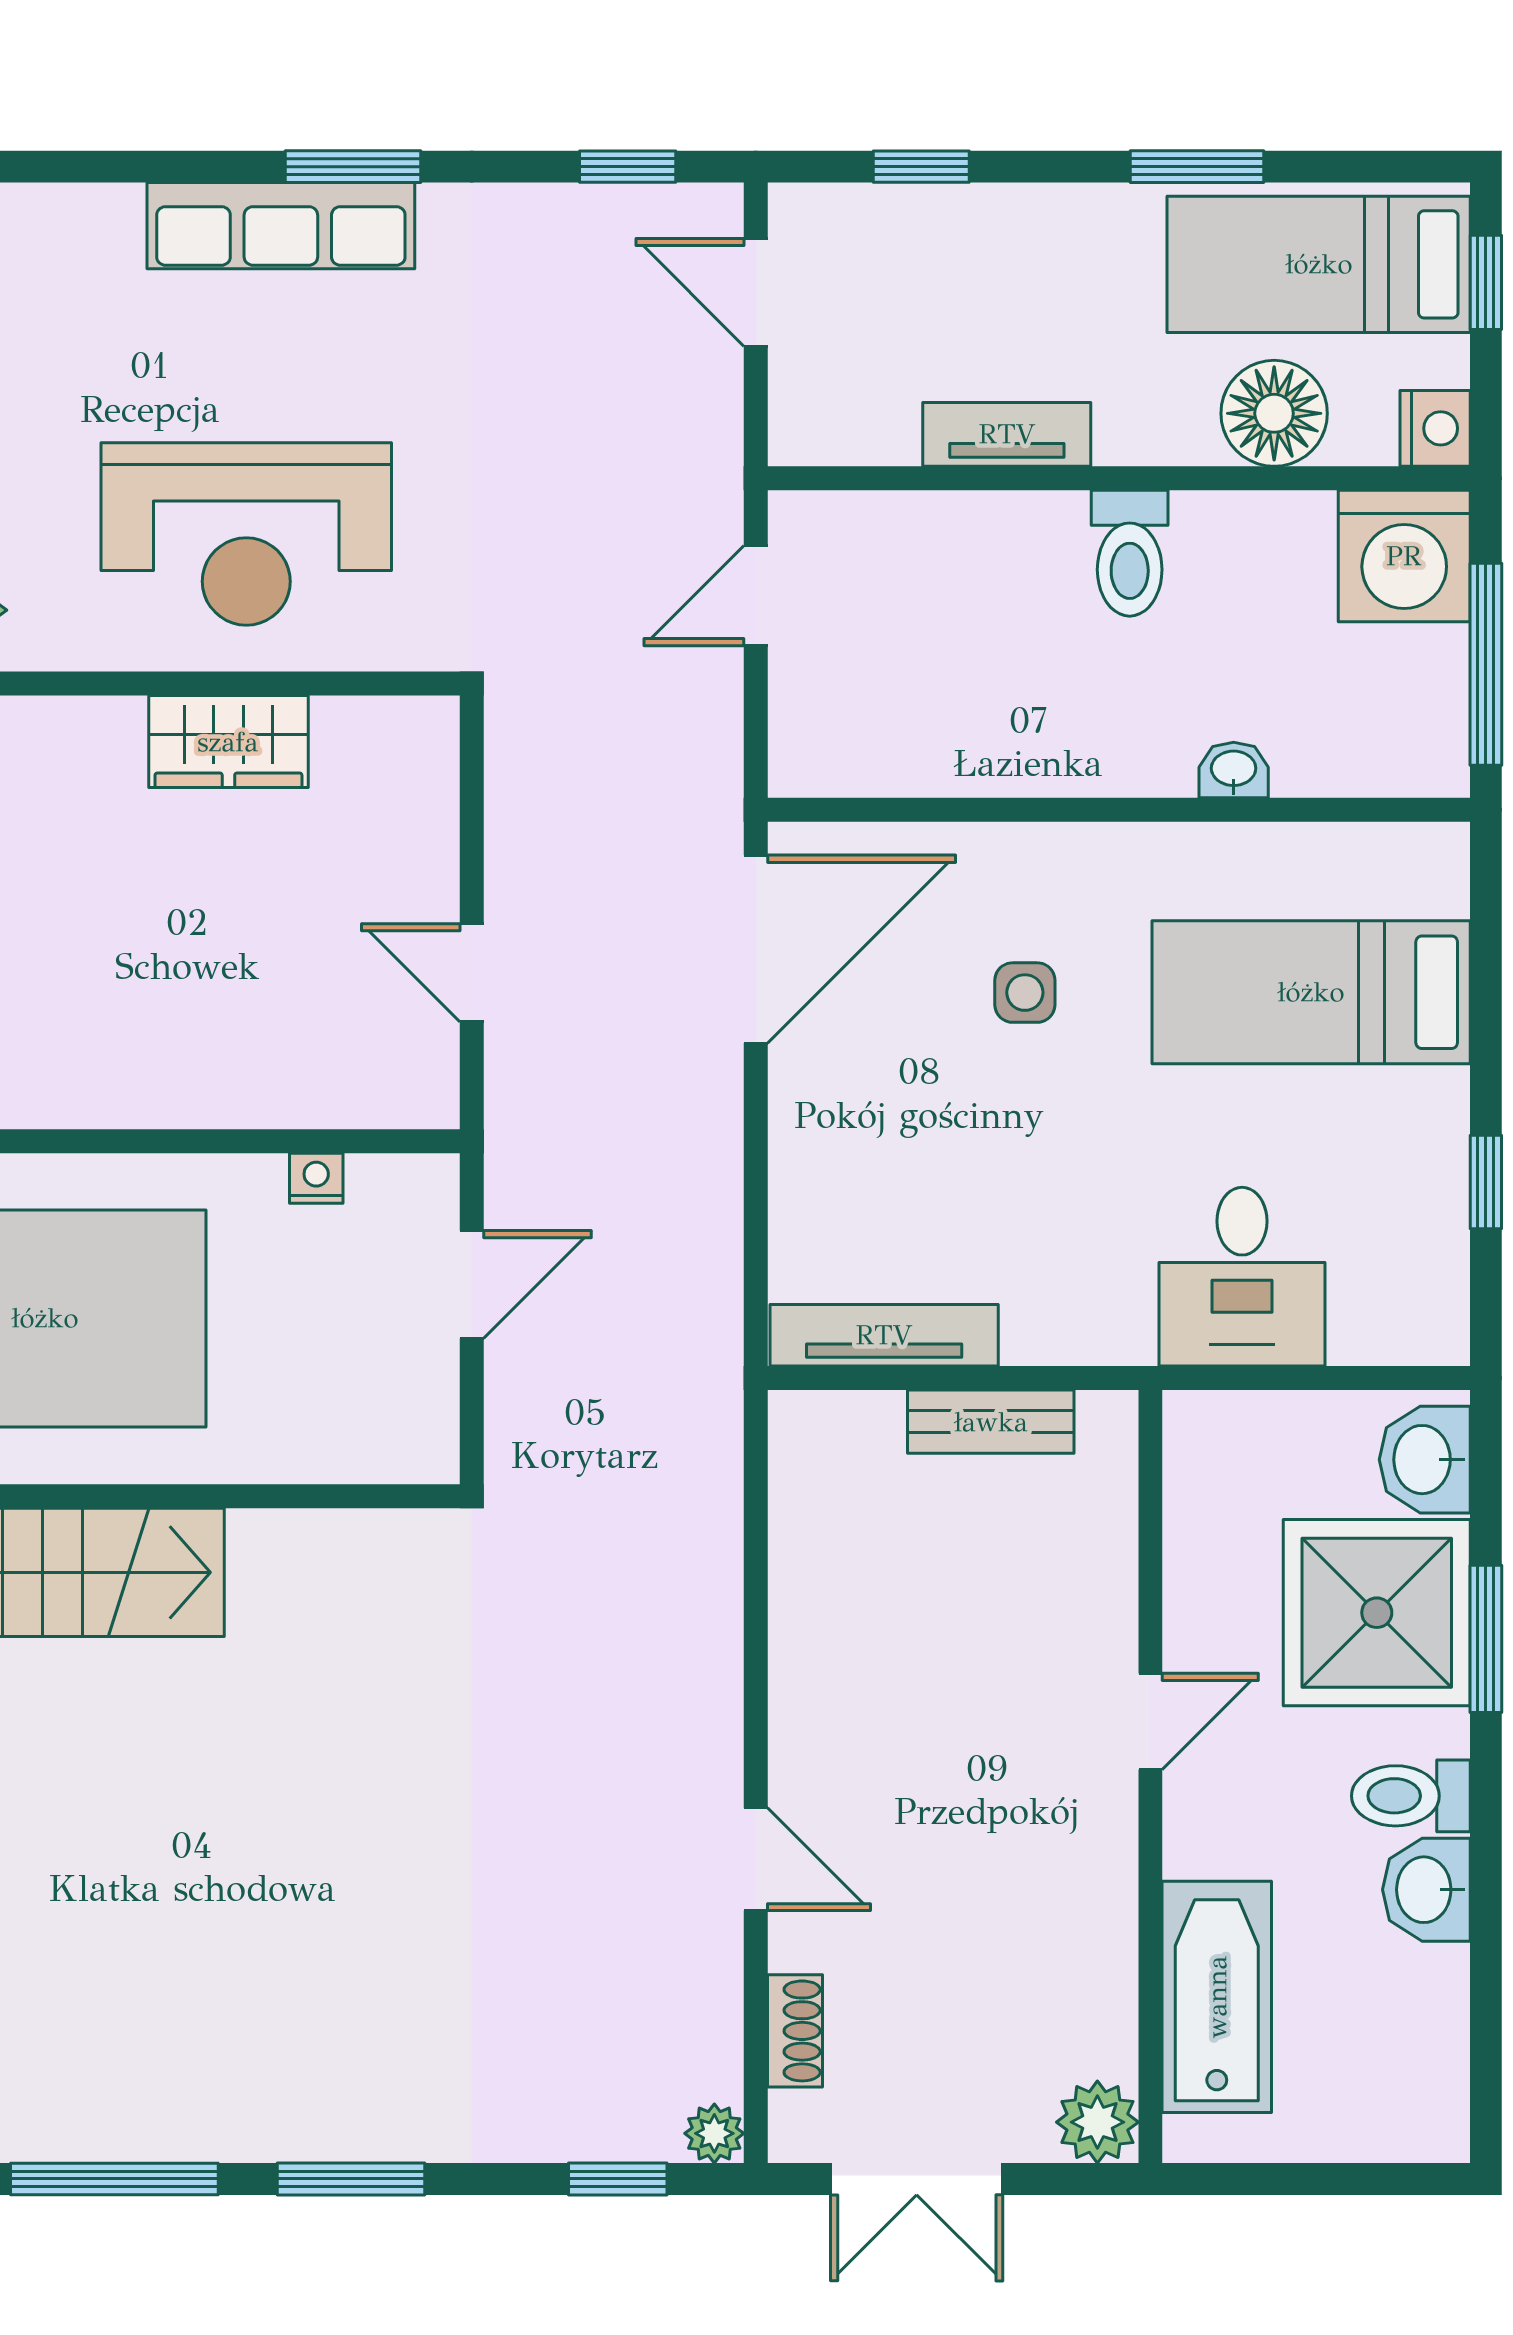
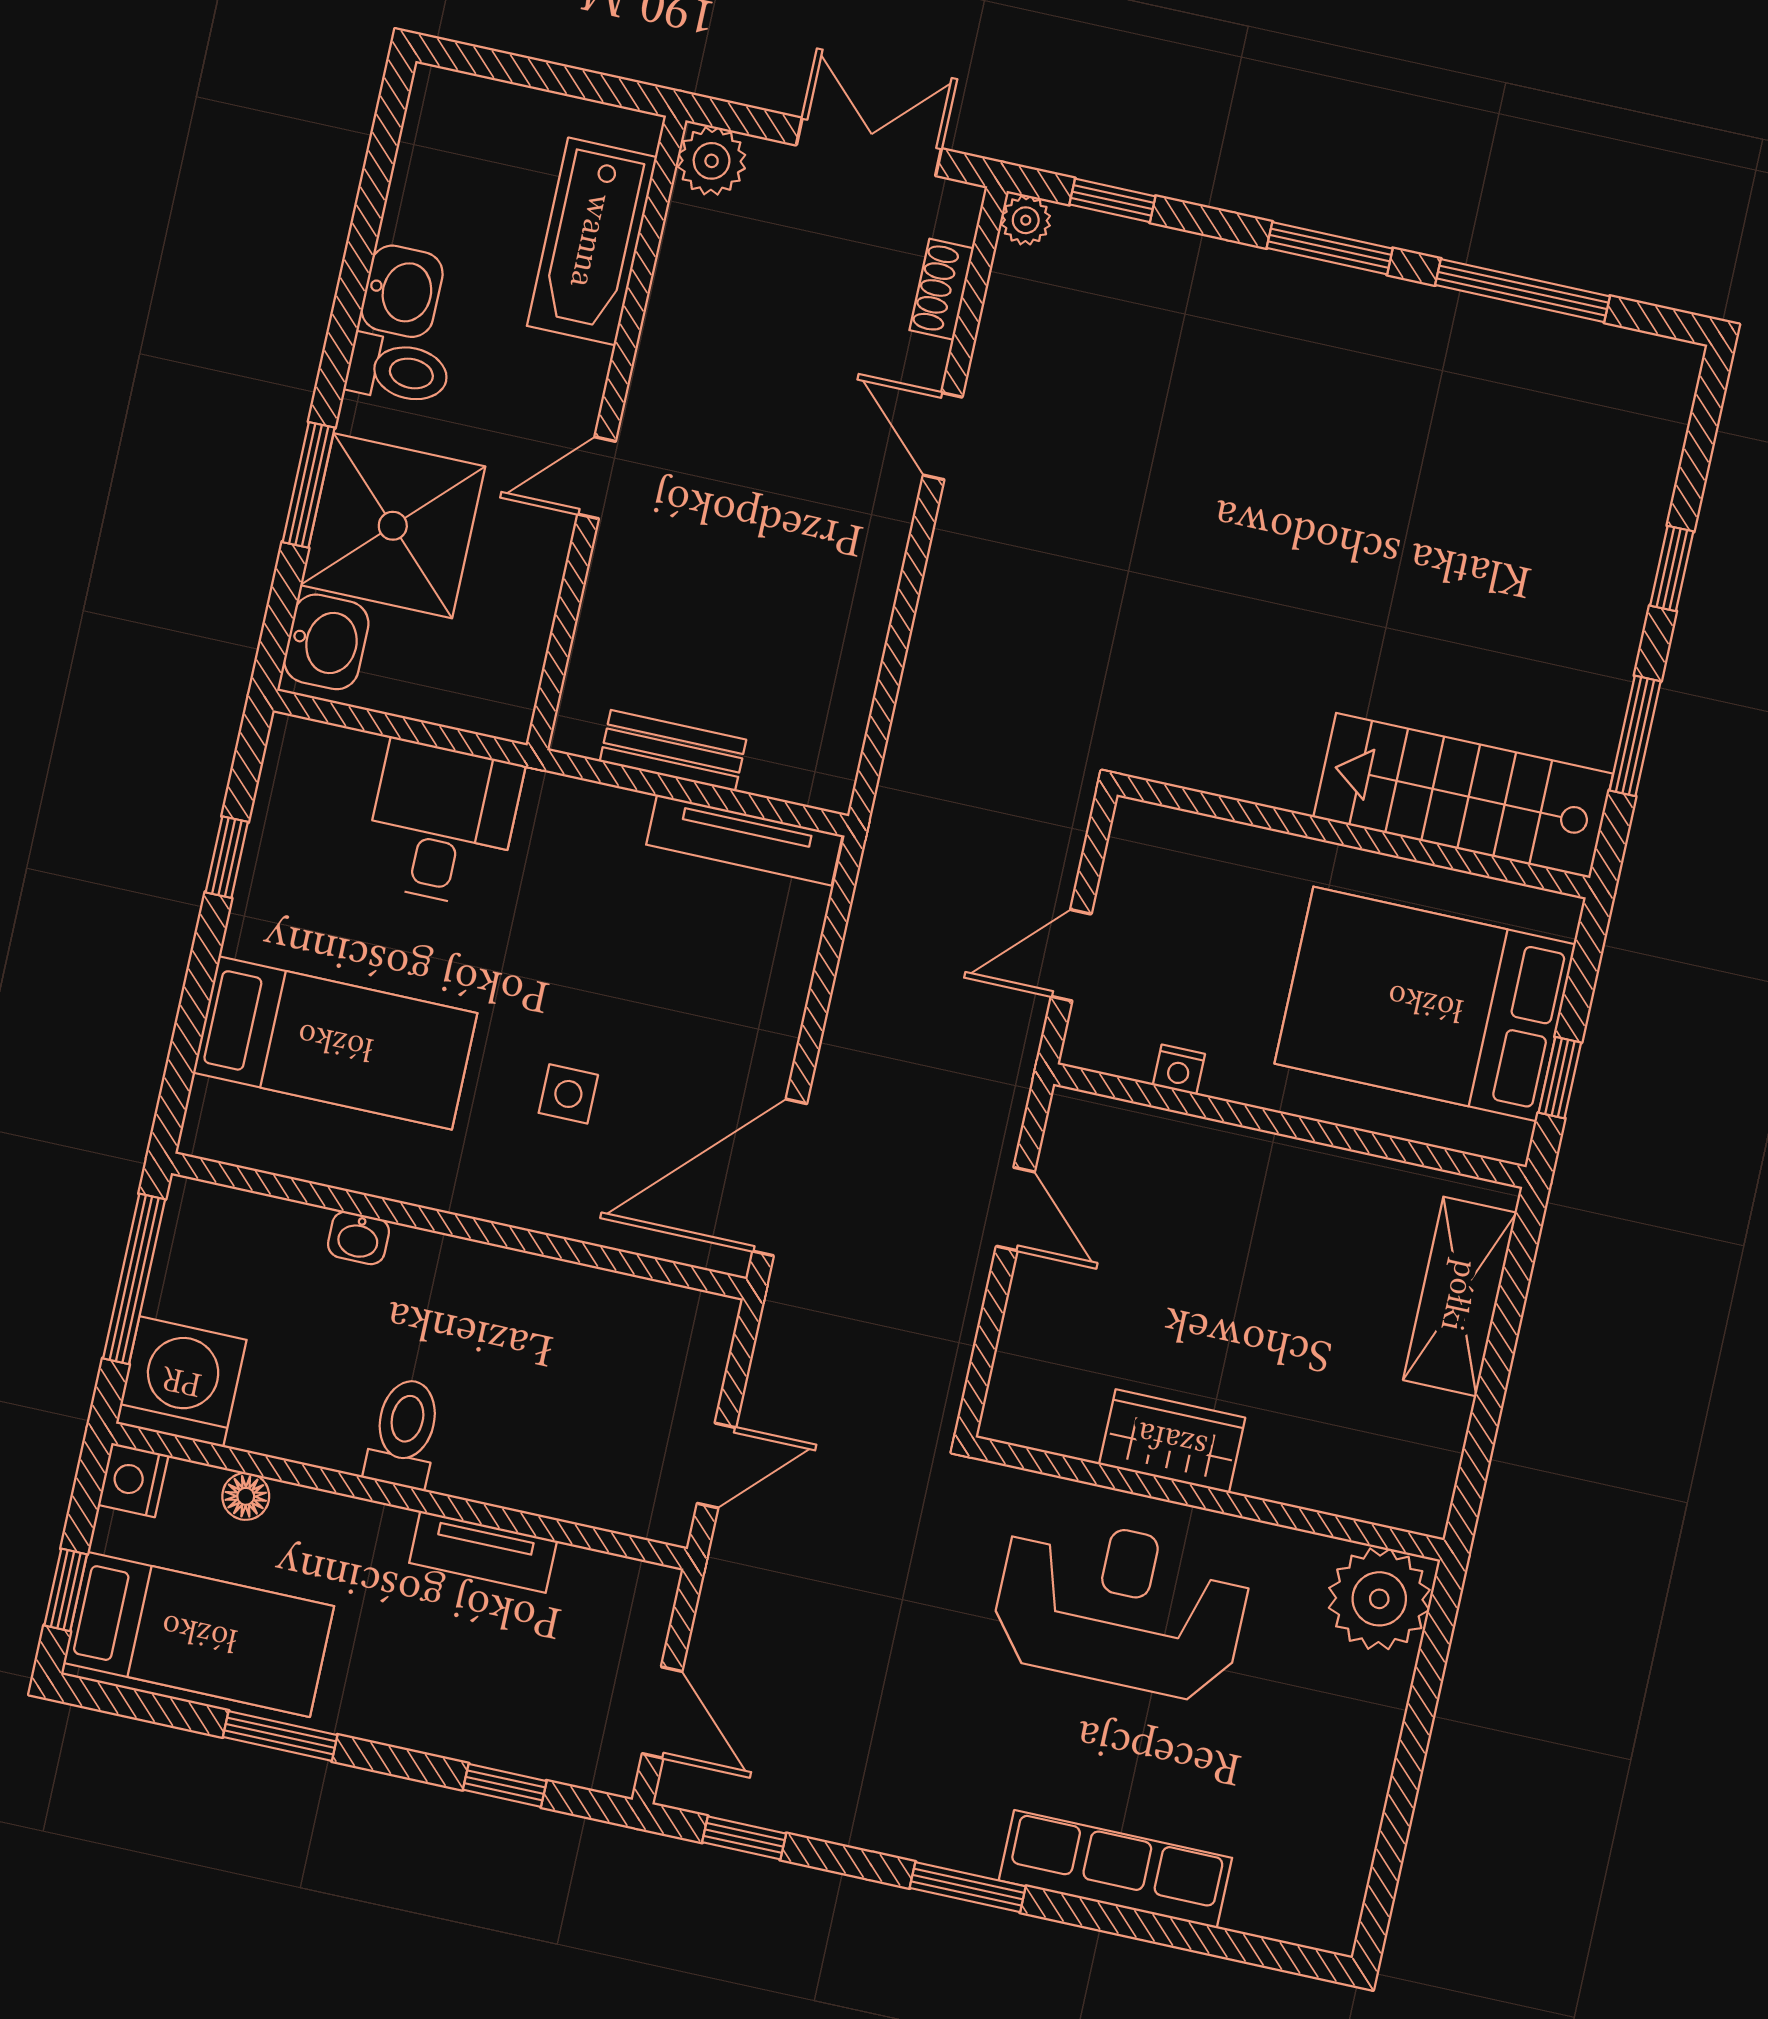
row of seats: (281, 226) -> (1115, 1869), moved
floor lamp: (1274, 413) -> (246, 1496), width x0.53, depth x0.53

